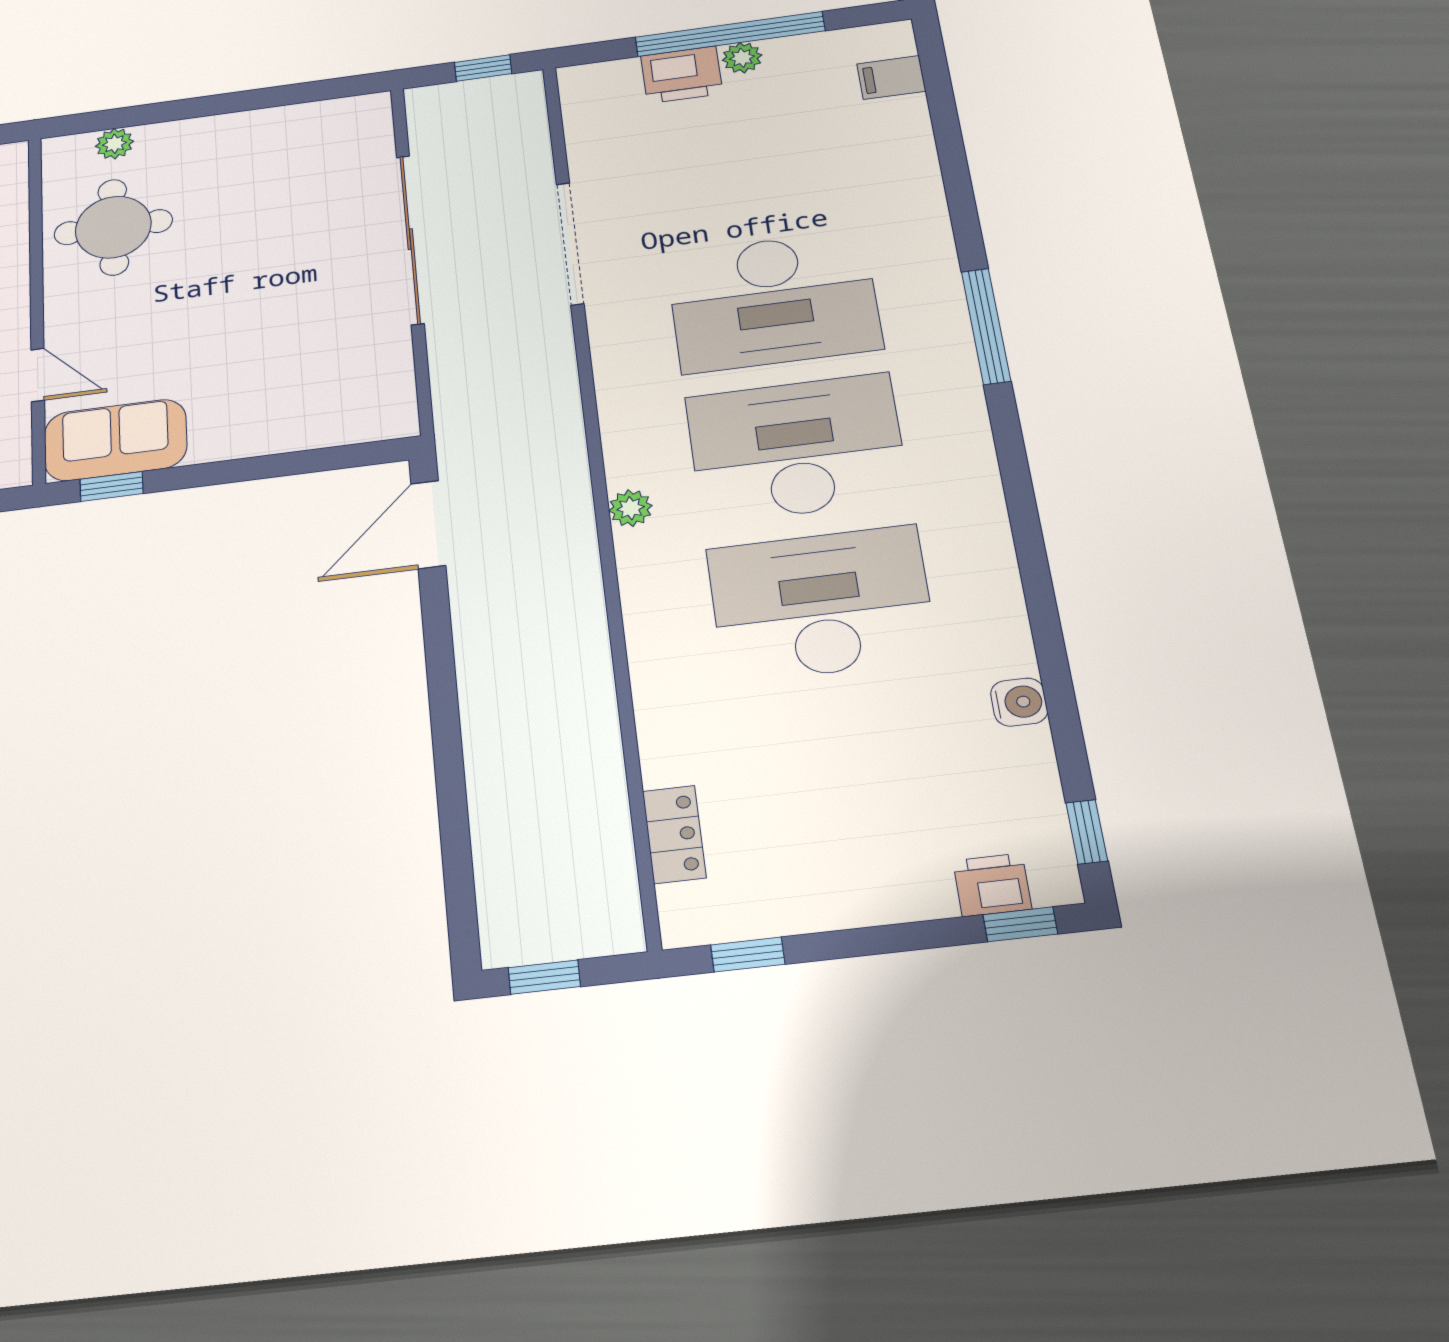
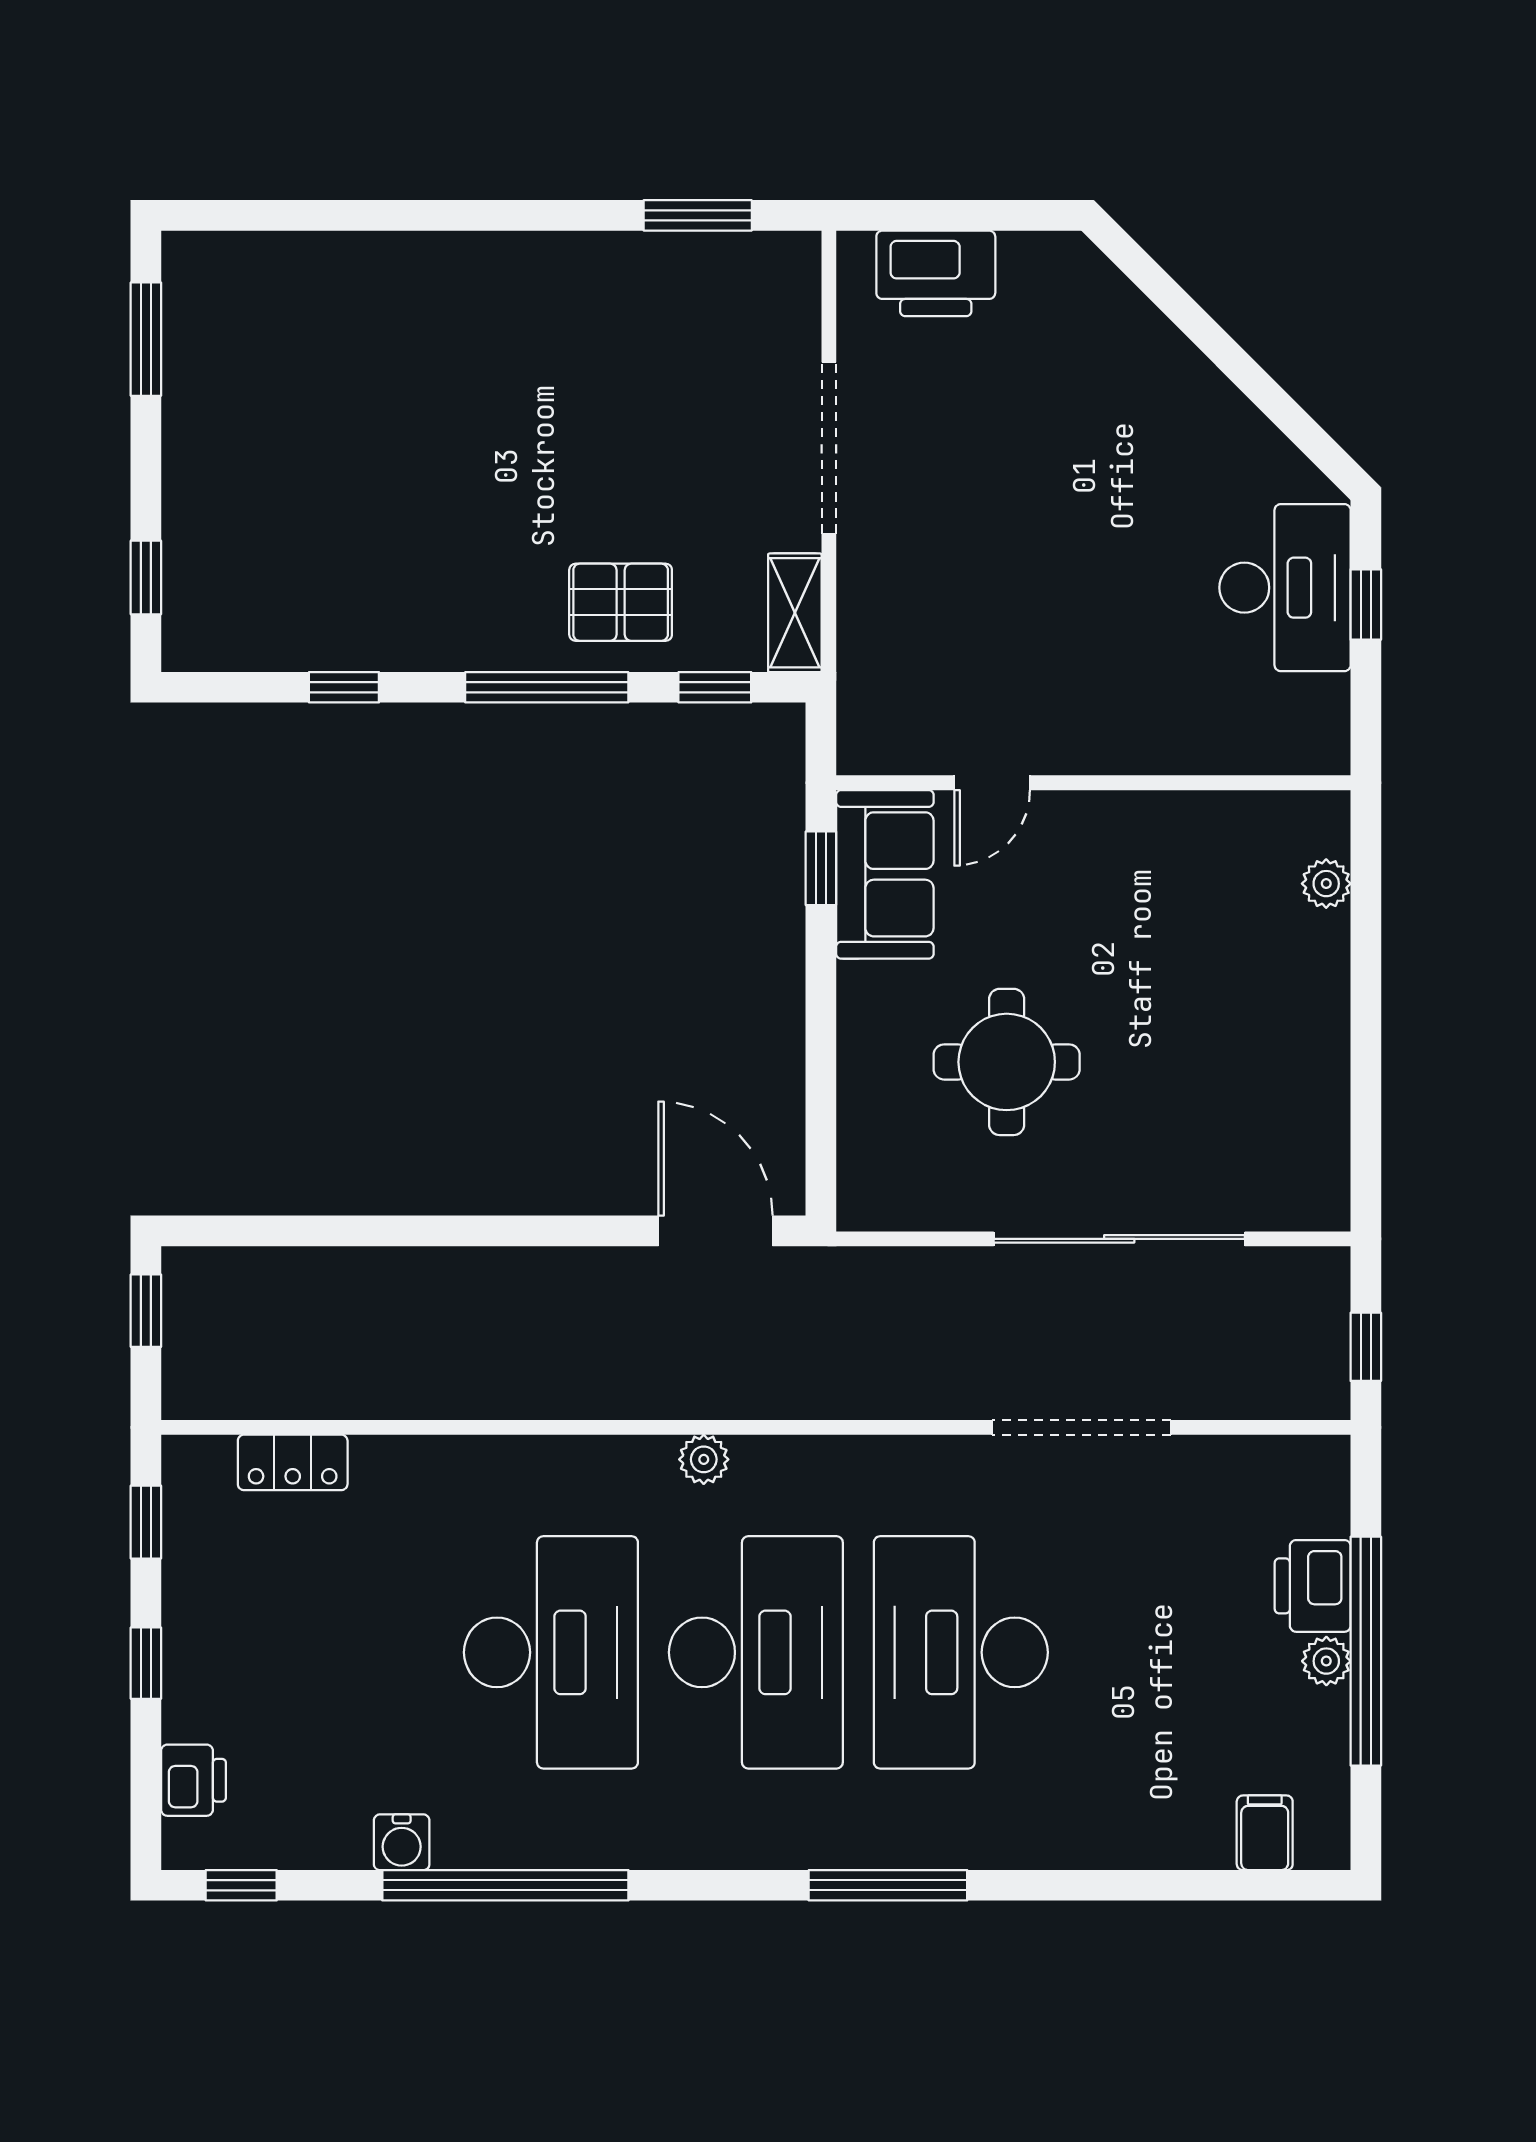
round table: (113, 227) -> (1007, 1062), moved
window: (1043, 614) -> (505, 1885), added
window: (1020, 924) -> (146, 1663), moved

